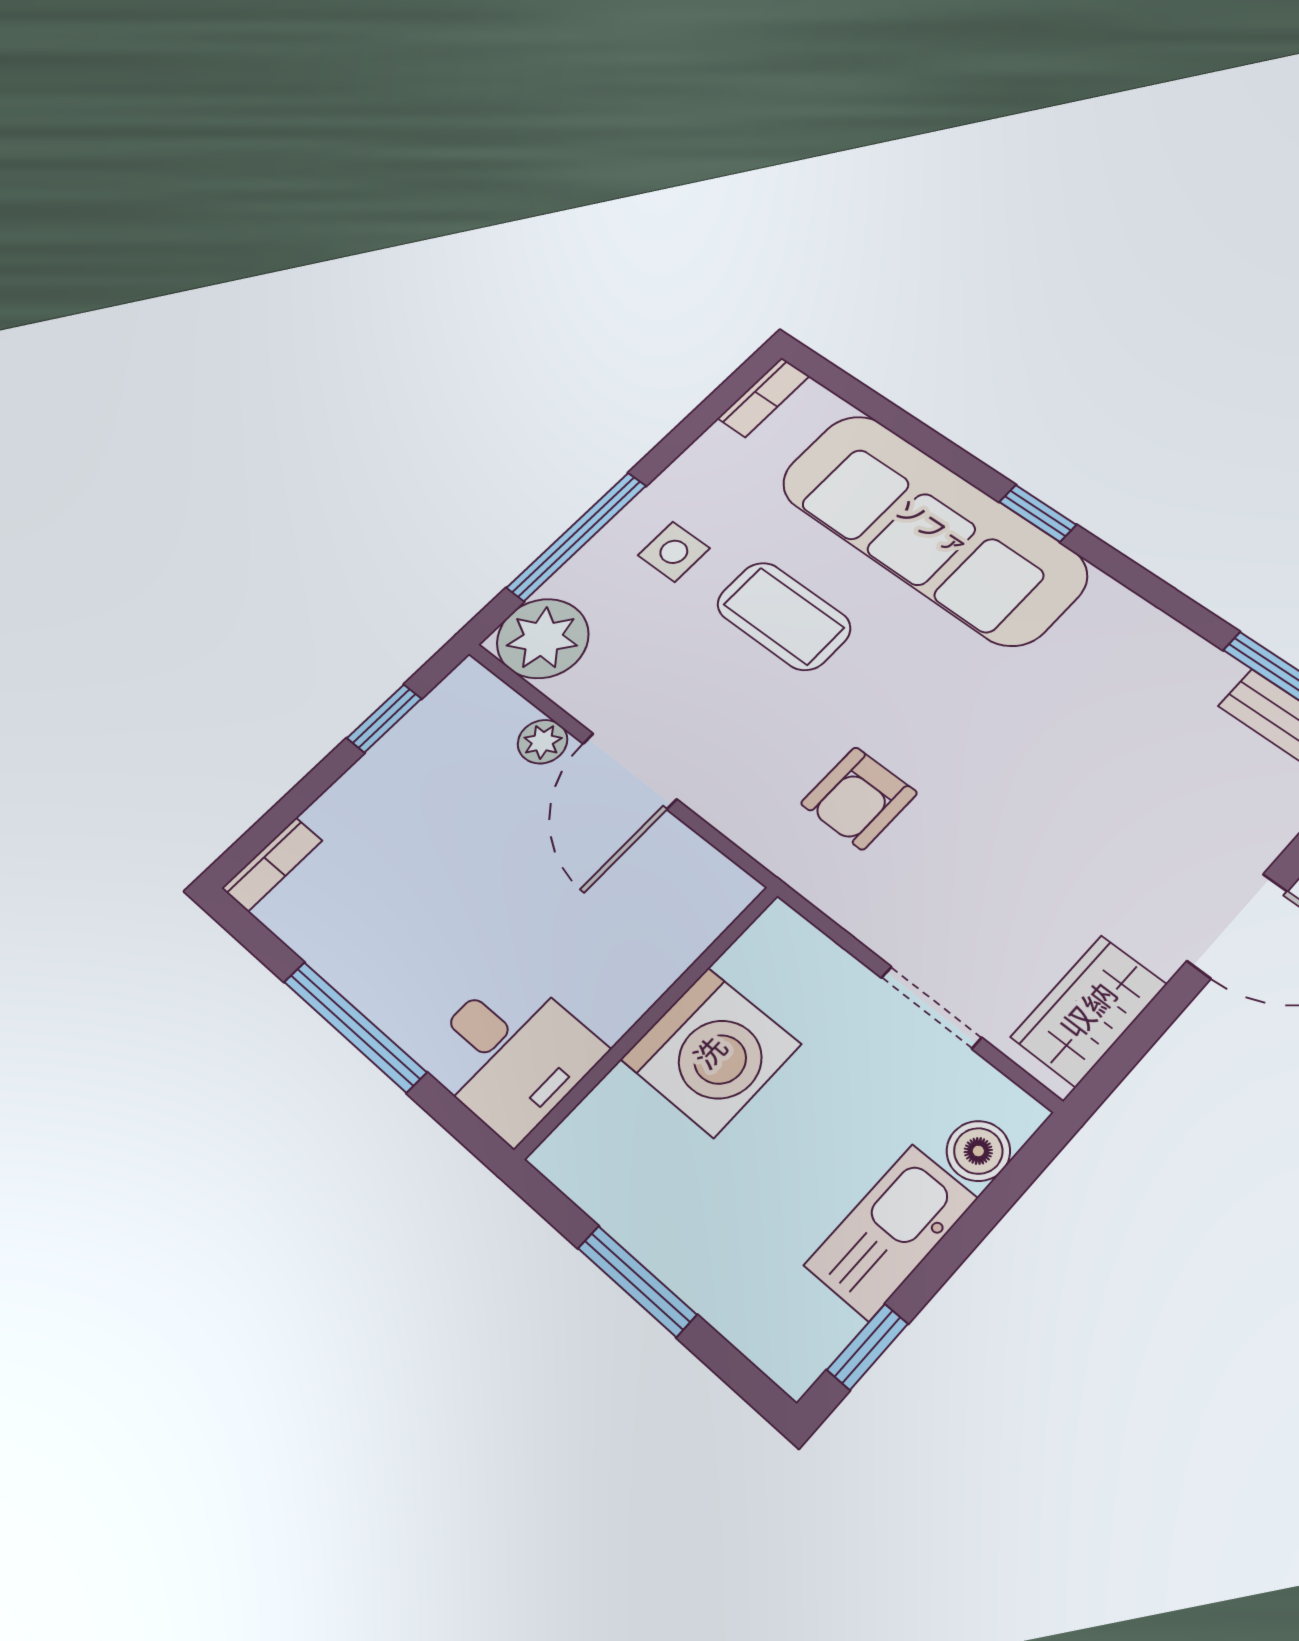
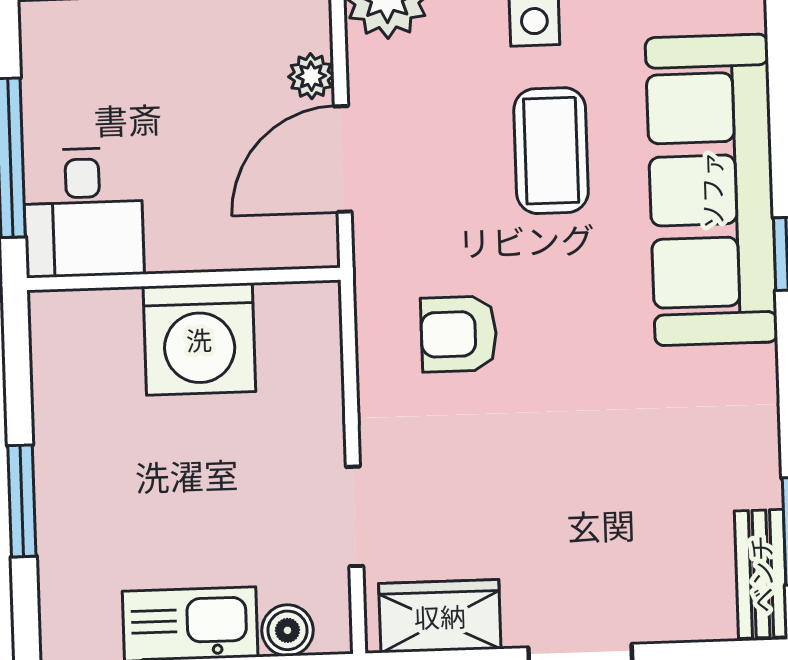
wall: (648, 1020) -> (184, 279), moved
washing machine: (711, 1052) -> (199, 339), moved
desk: (511, 1054) -> (83, 213), moved

